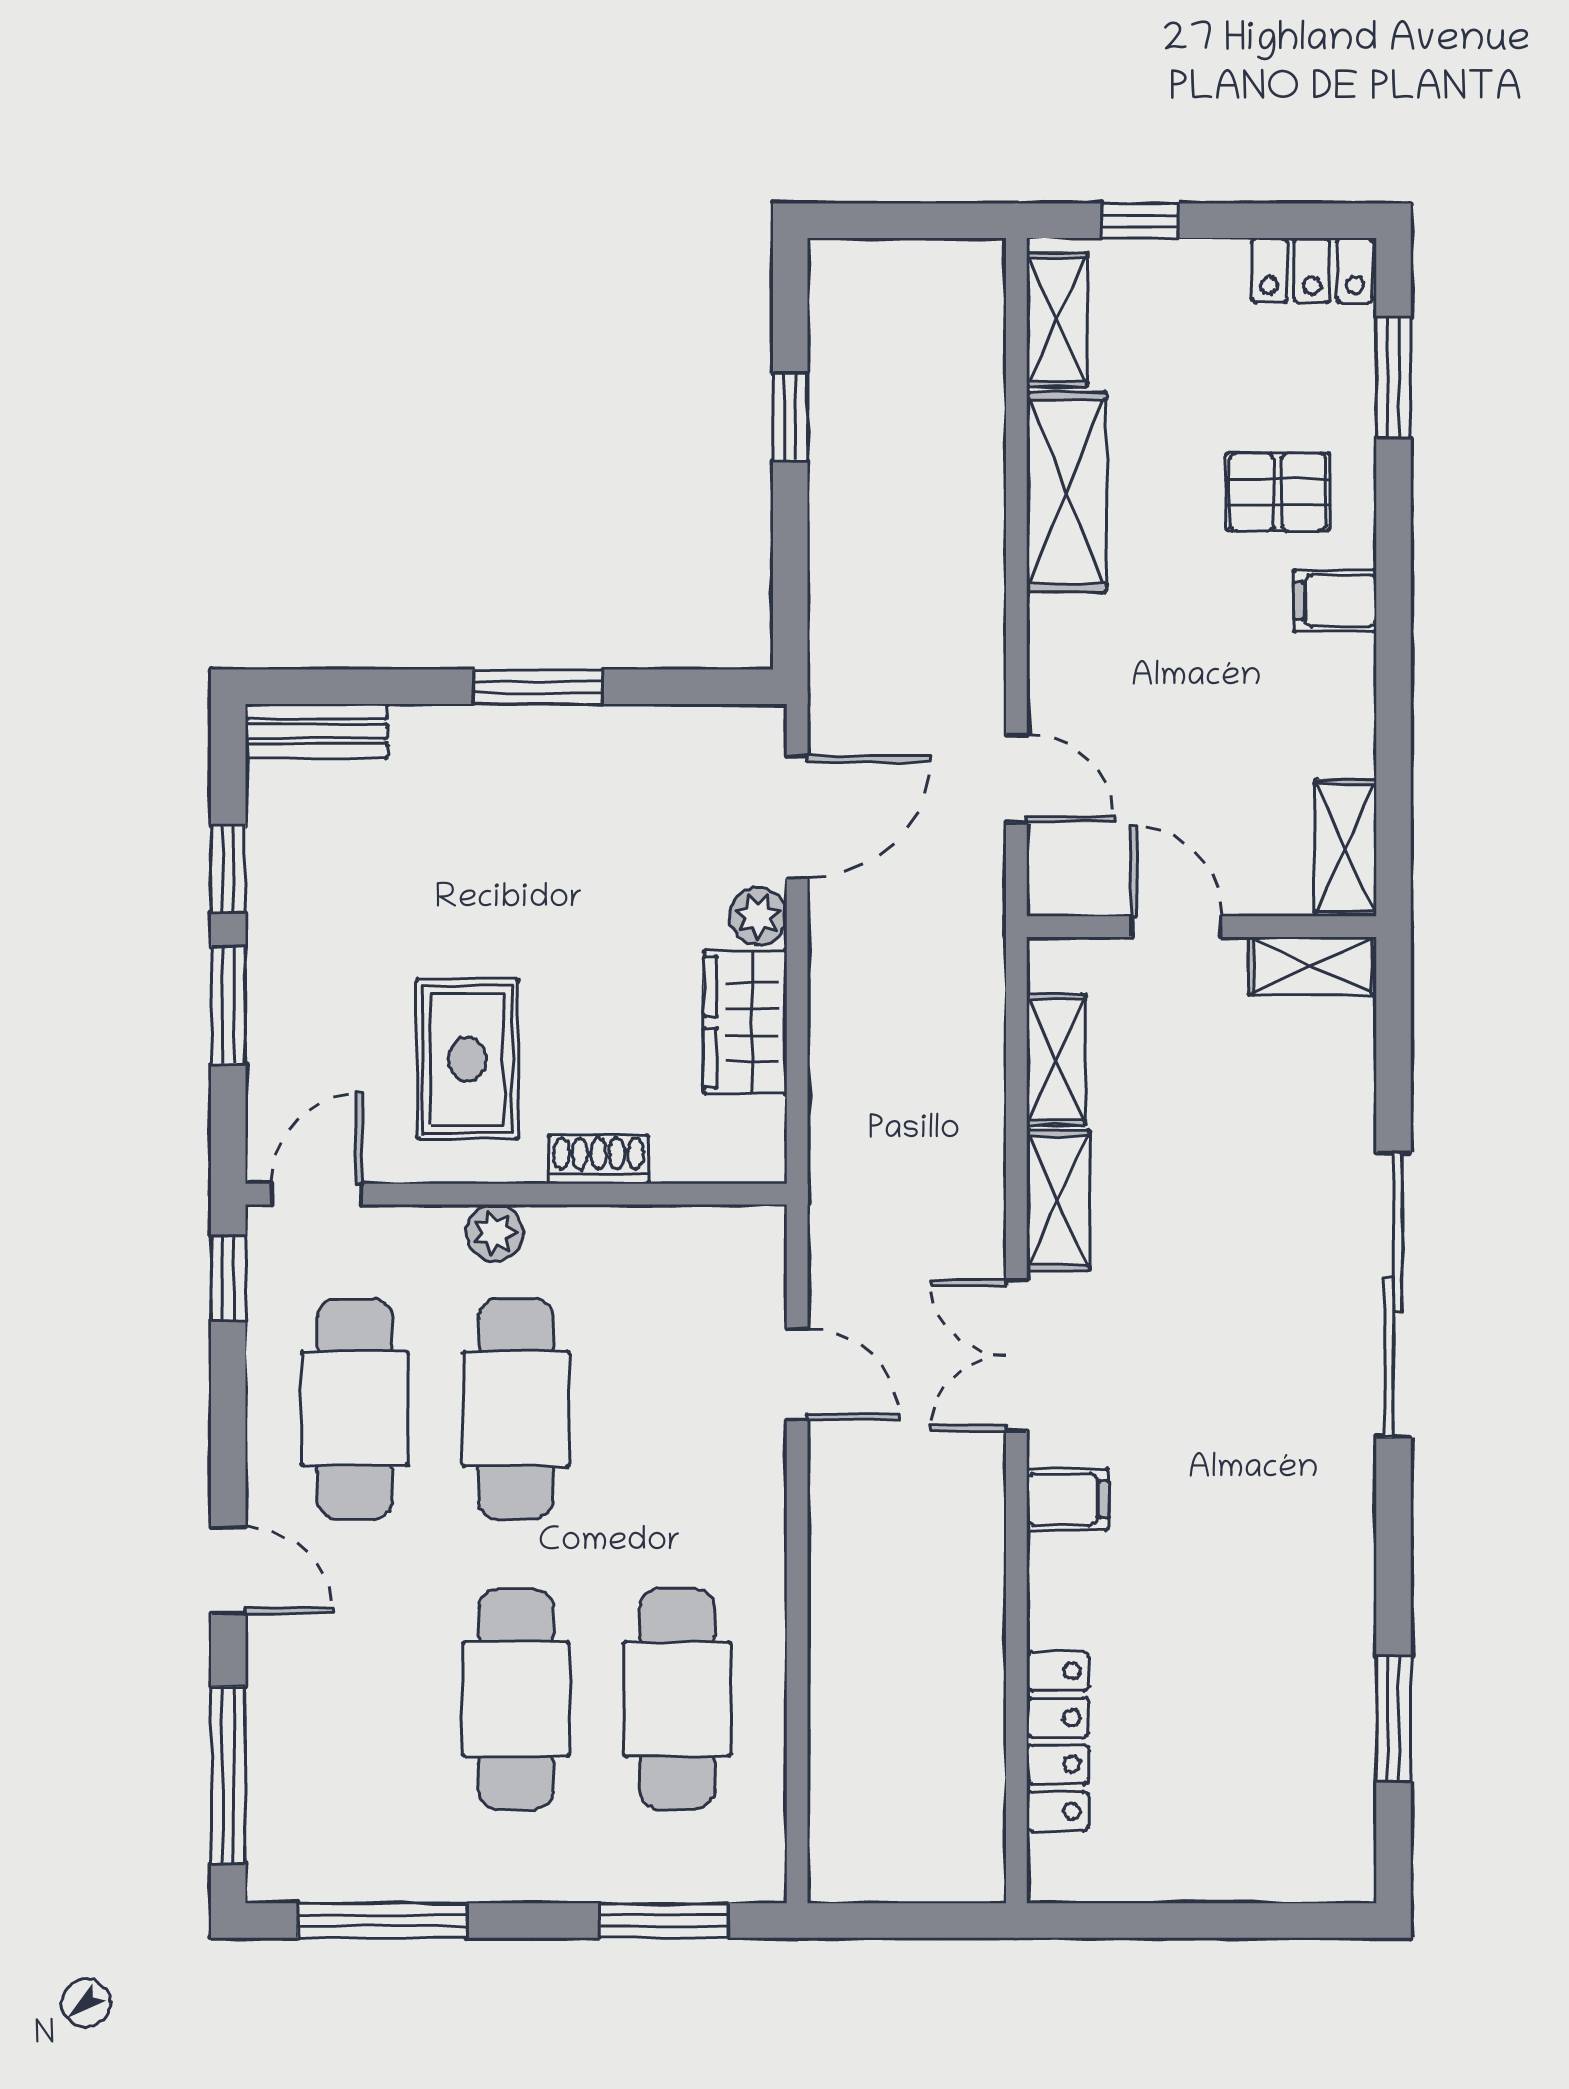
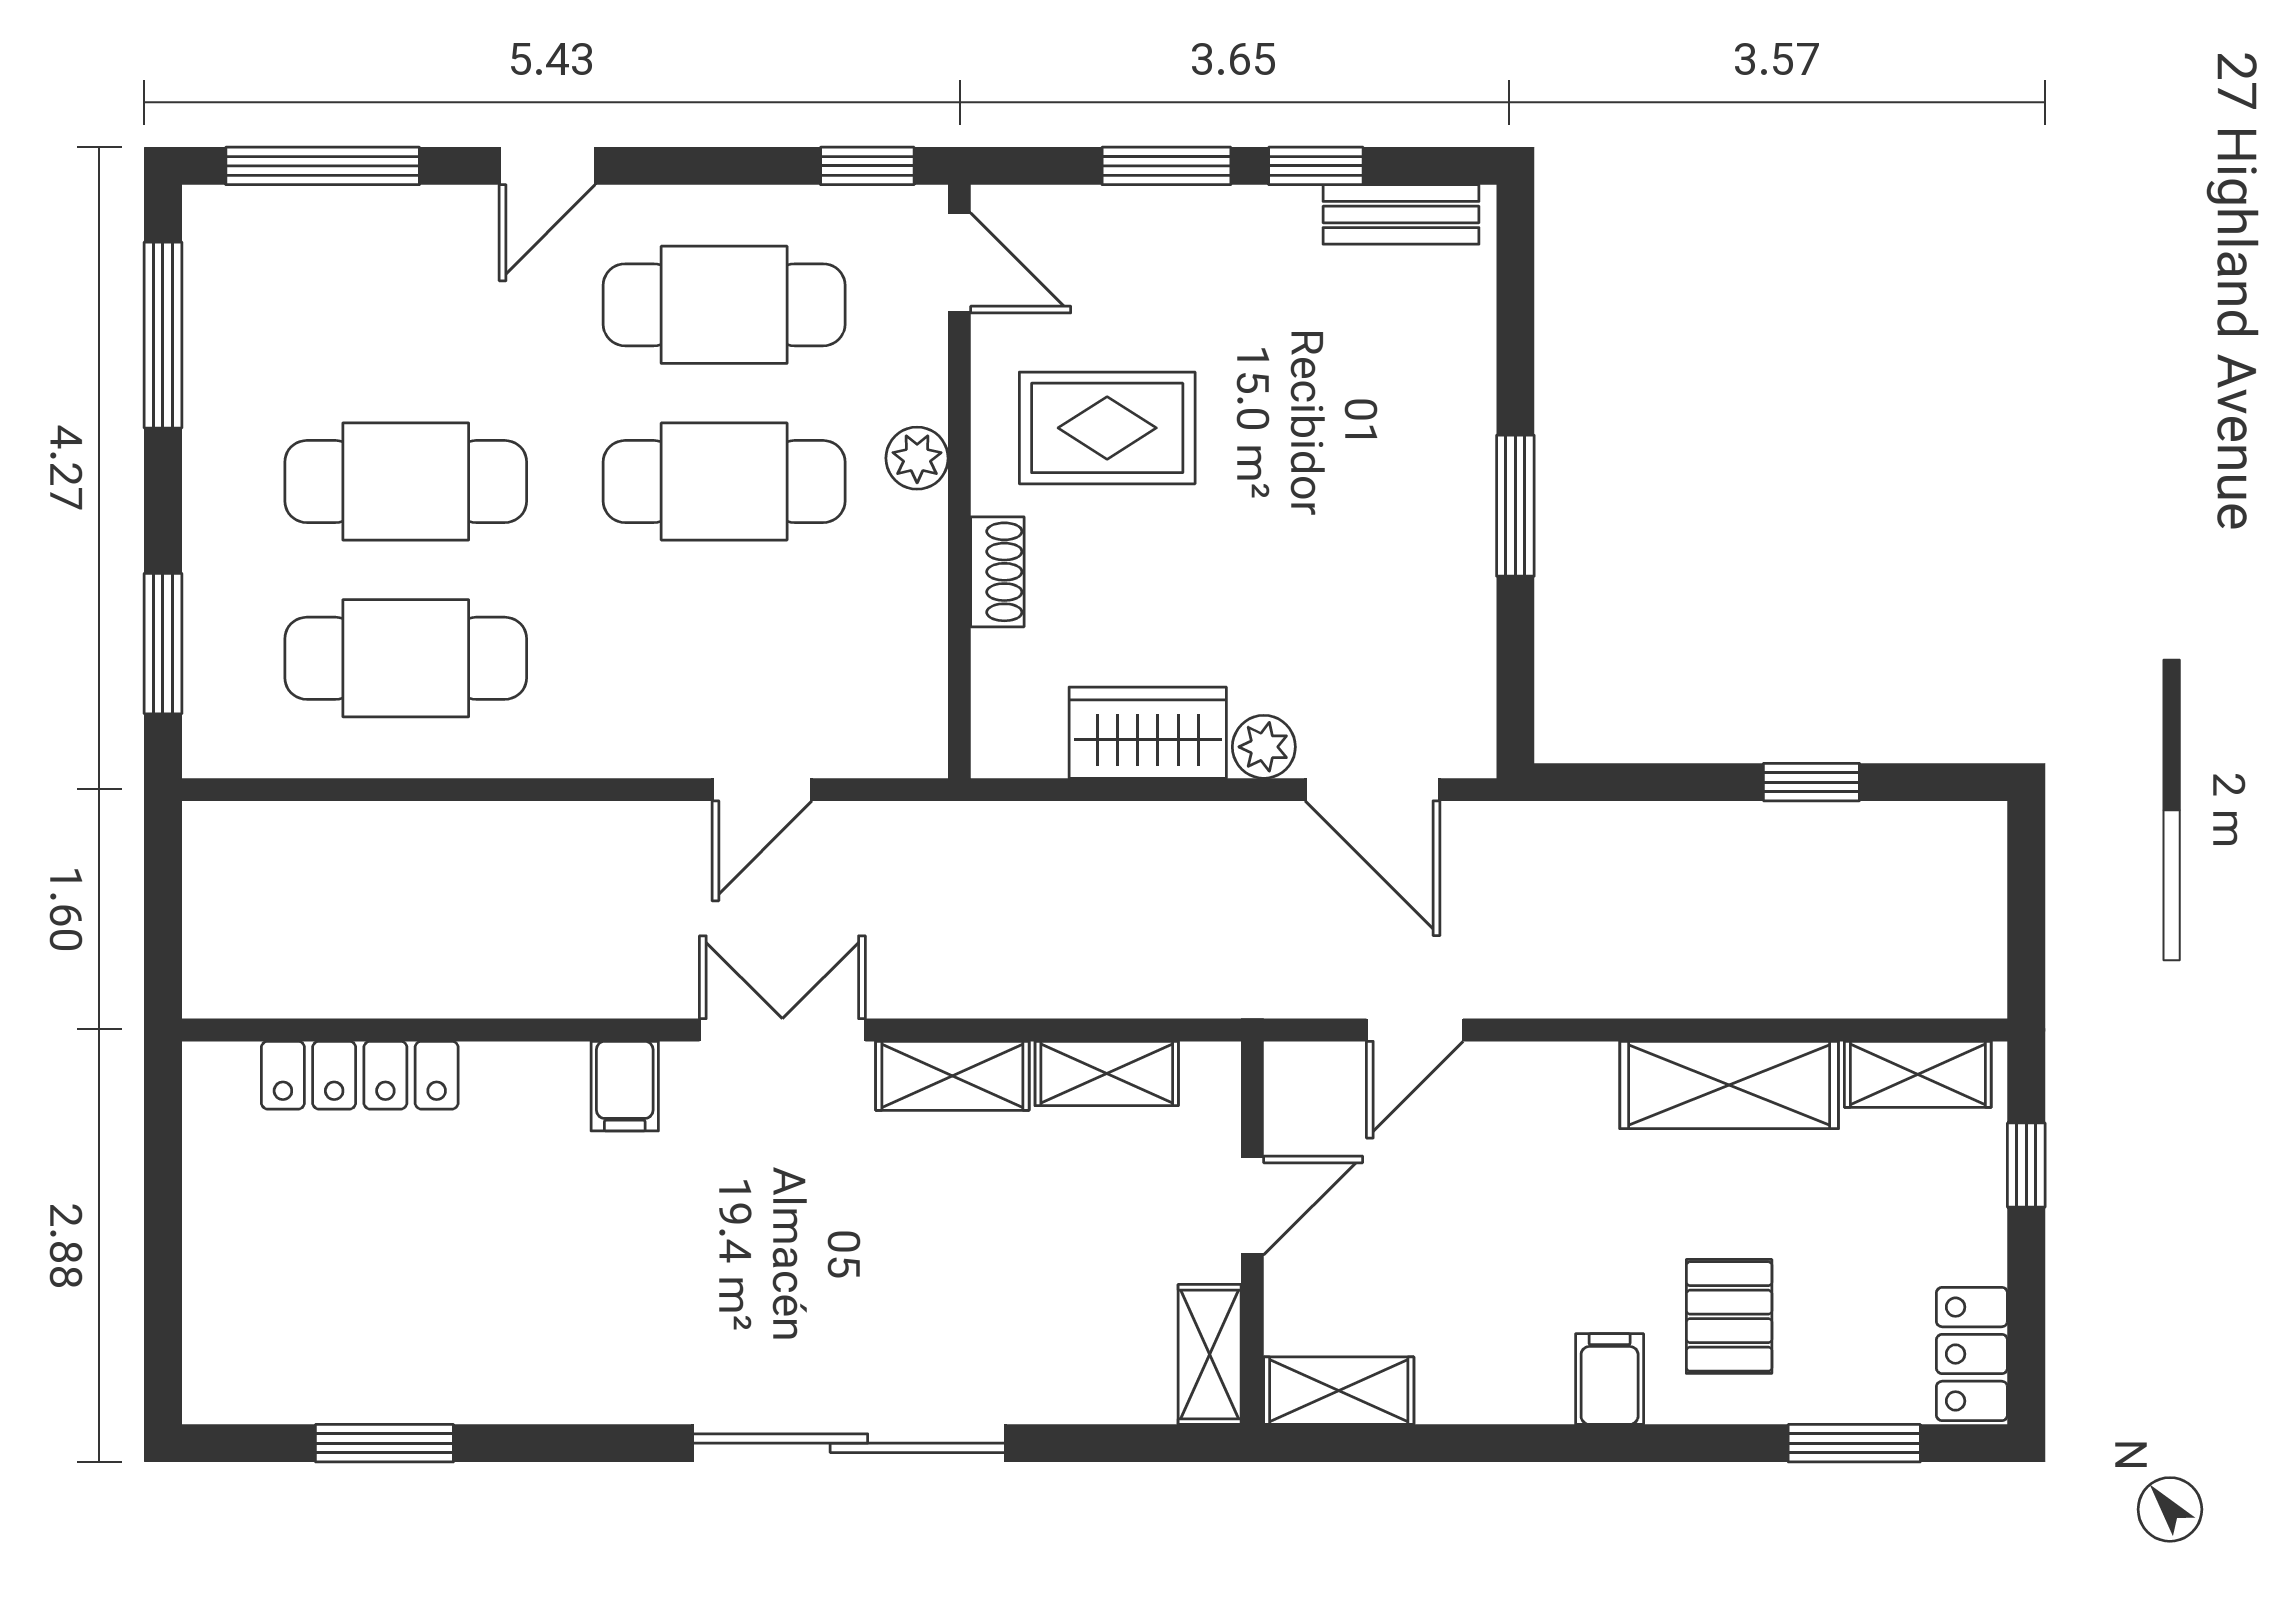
bench: (316, 731) -> (1401, 214), moved, turned 90

